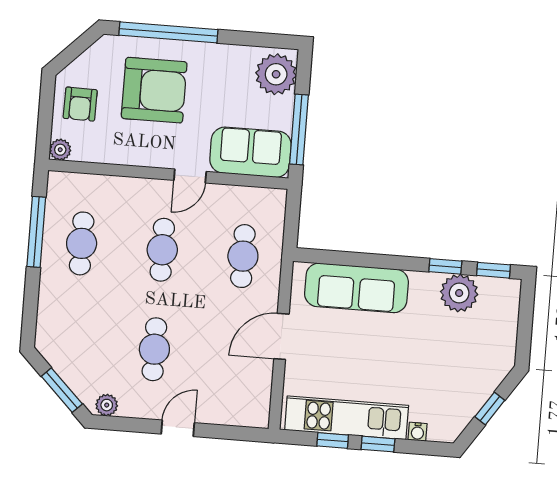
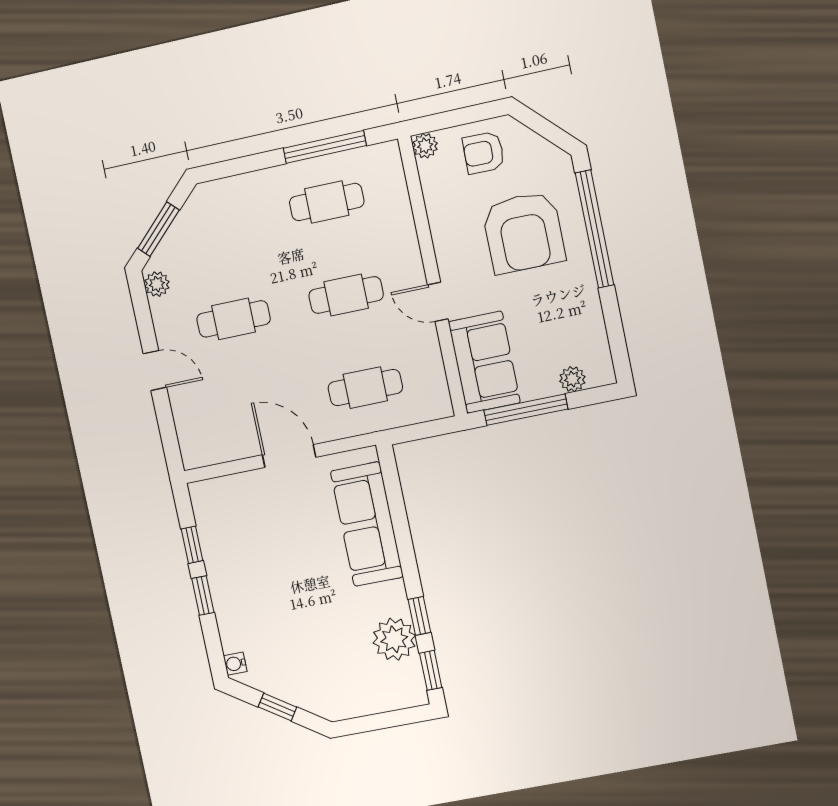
plant: (276, 74) -> (572, 379), width x0.53, depth x0.53
kitchen unit: (347, 418) -> (221, 553), removed
water cooler: (418, 432) -> (235, 664), moved

